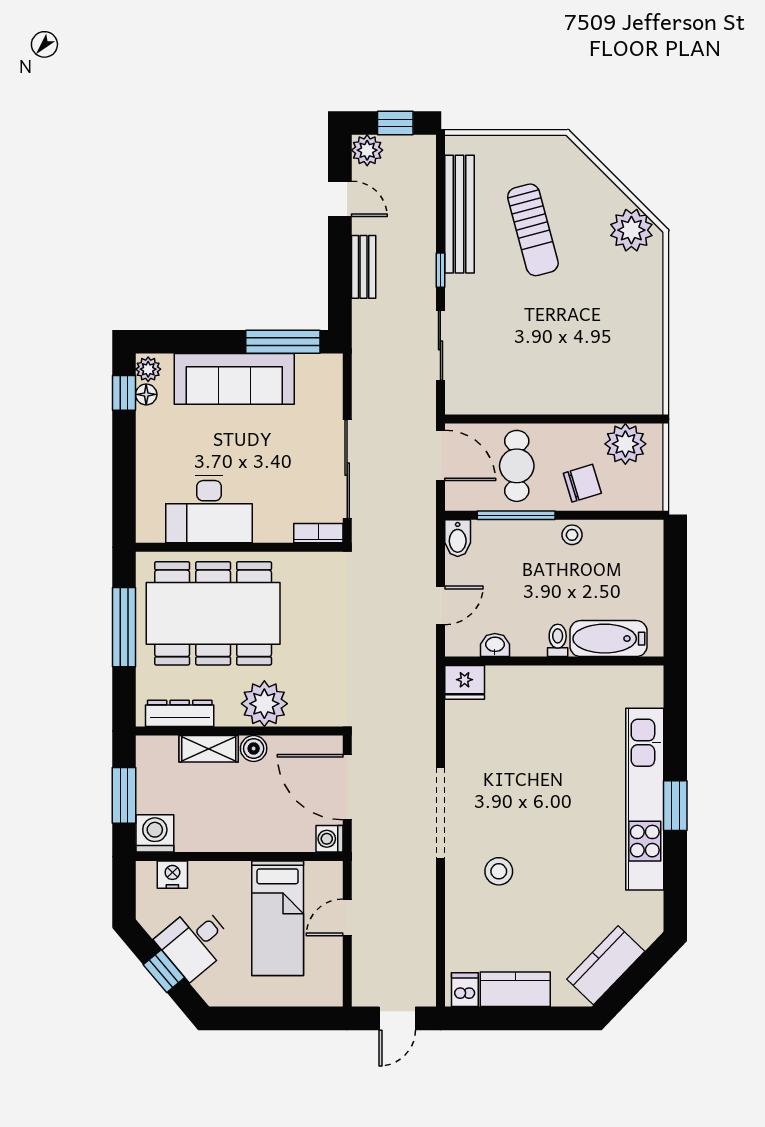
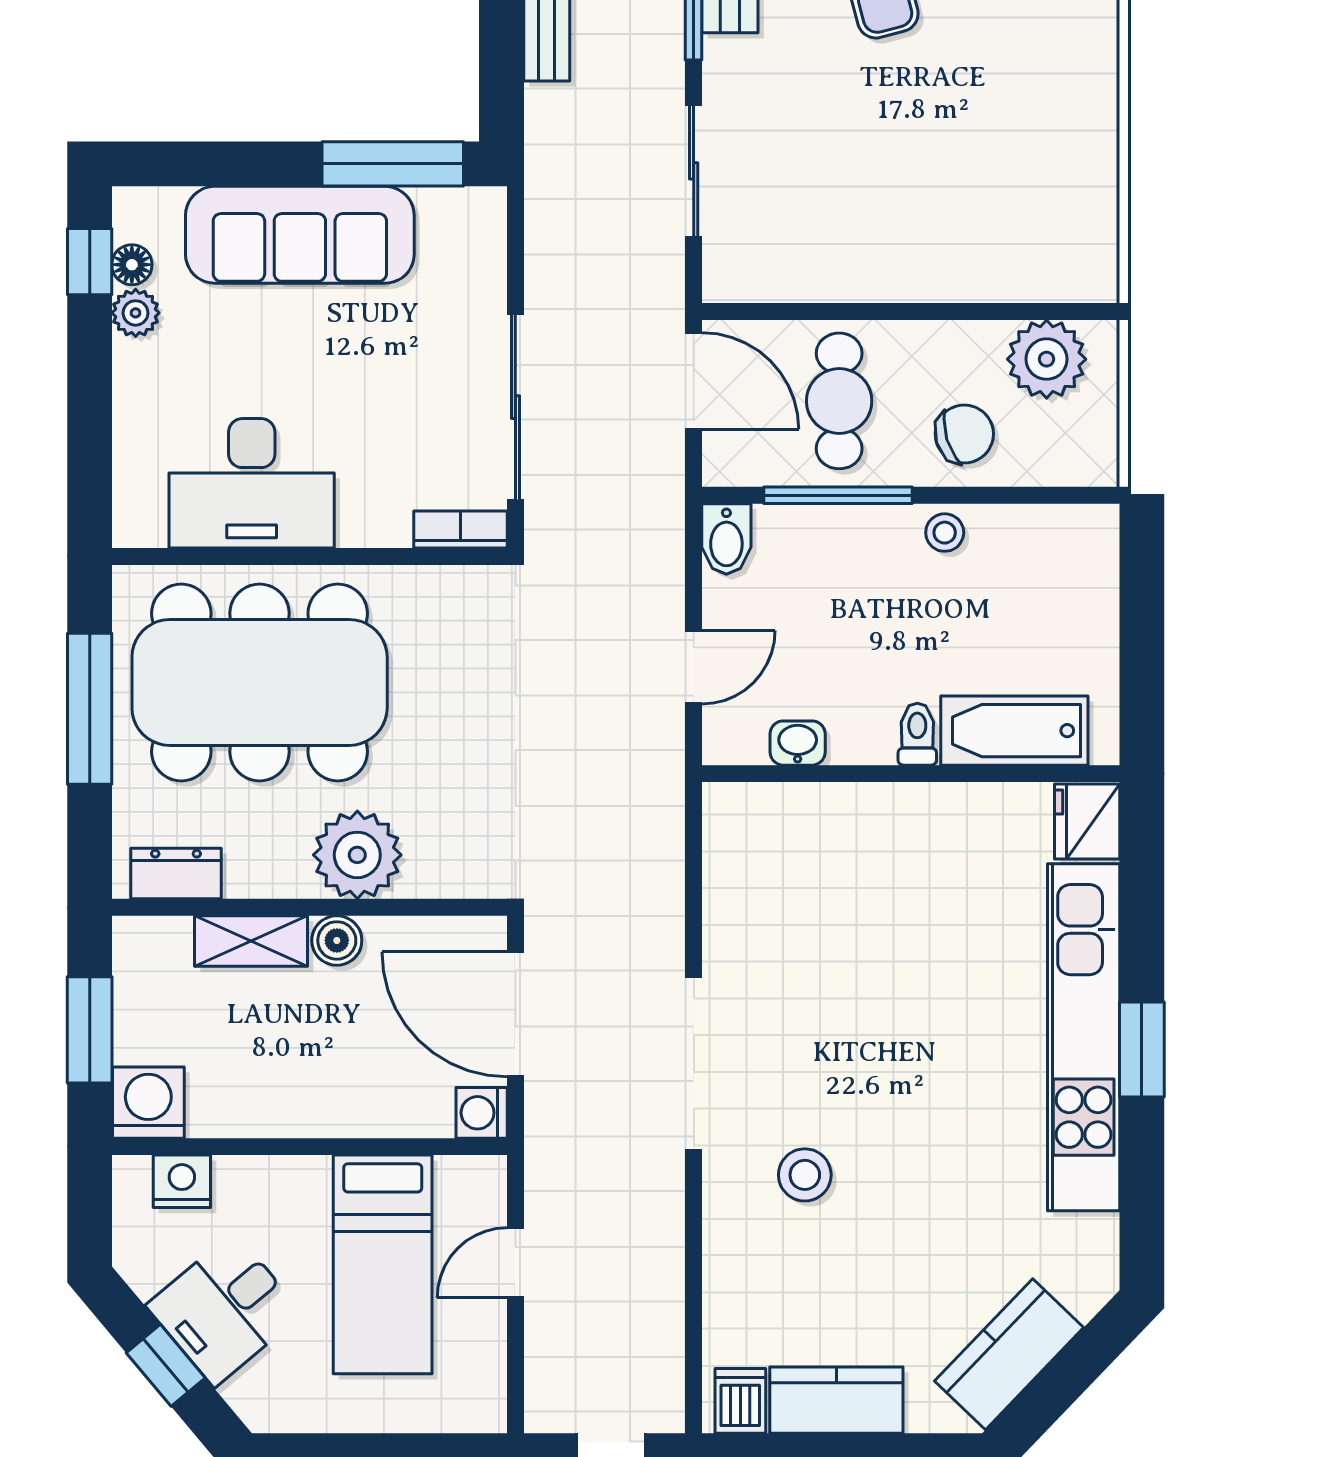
plant: (148, 369) -> (136, 313), moved
fridge: (465, 682) -> (1087, 822), moved, turned 90
dresser: (180, 713) -> (176, 873), width x0.70

